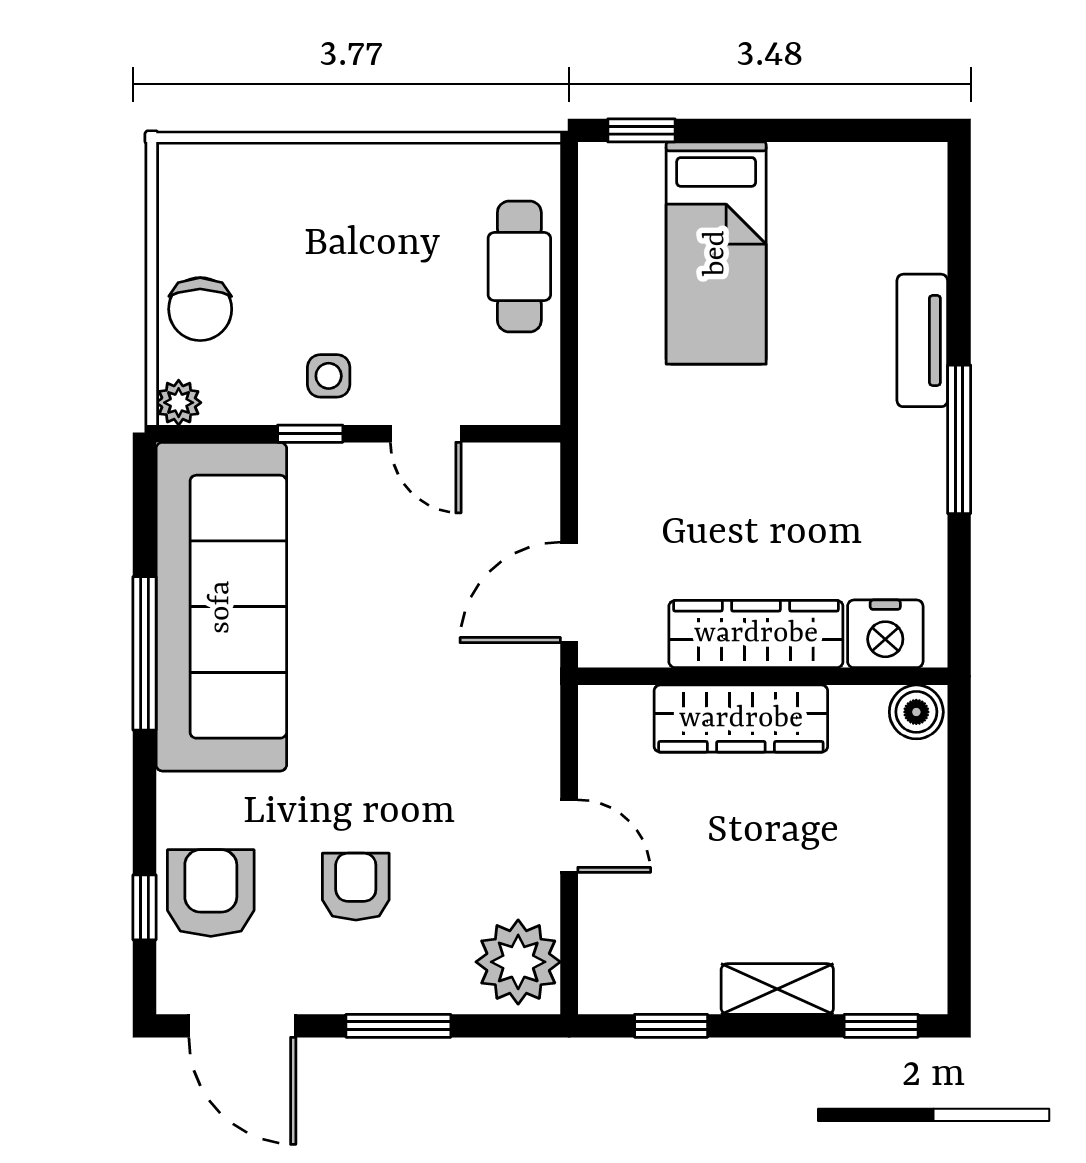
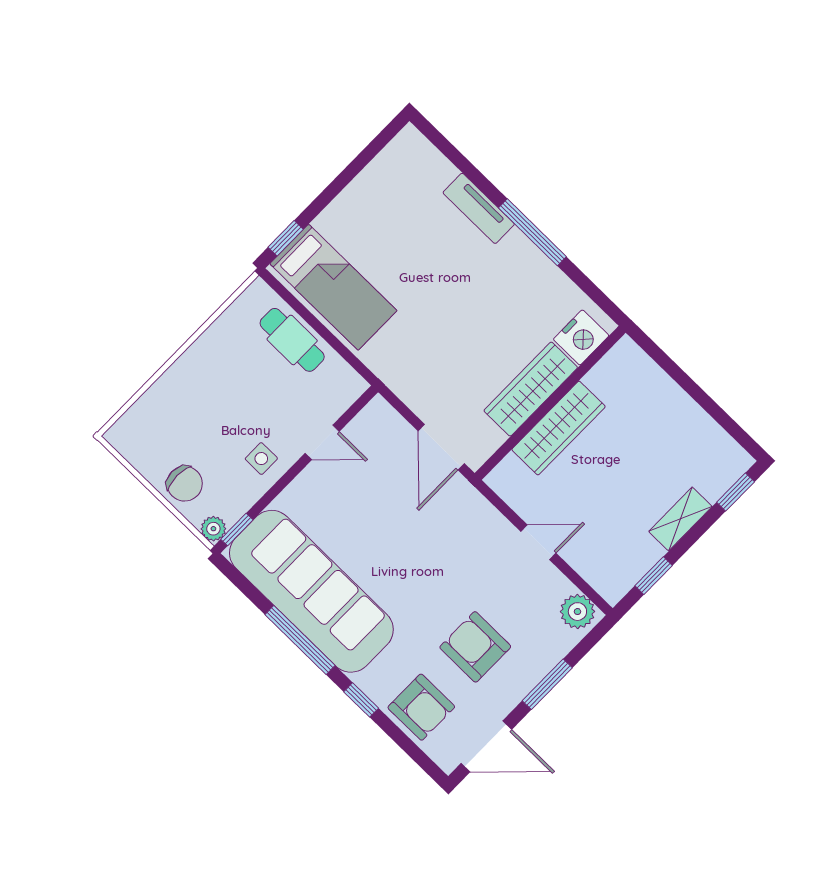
bed: (716, 253) -> (333, 287), moved
window: (310, 434) -> (237, 530), moved
boiler: (916, 712) -> (624, 356), removed
armchair: (356, 887) -> (475, 647), width x1.38, depth x1.38
armchair: (211, 893) -> (421, 707), turned 180
window: (145, 907) -> (361, 700), moved
plant: (518, 962) -> (577, 612), width x0.73, depth x0.73

